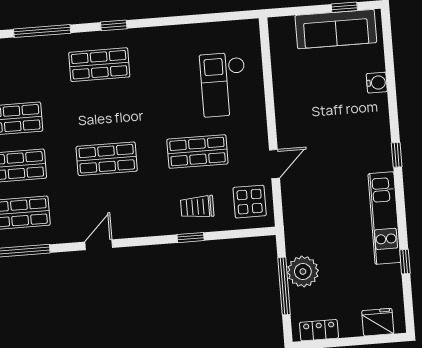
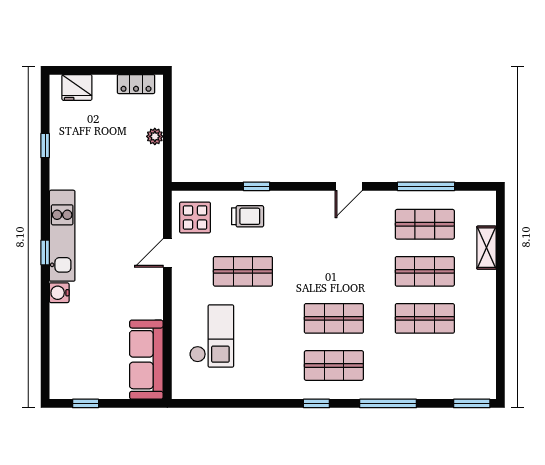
sofa: (336, 29) -> (146, 360), moved, turned -90
water cooler: (377, 83) -> (59, 293), moved
shop shelf: (107, 159) -> (334, 318), moved
kitchen unit: (384, 218) -> (62, 236), moved
plant: (303, 272) -> (155, 136), width x0.53, depth x0.53
window: (284, 286) -> (167, 131), removed

